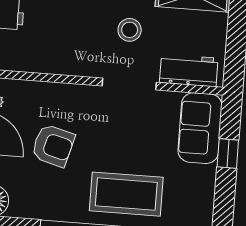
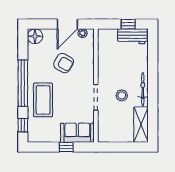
workbench: (189, 70) -> (105, 125), removed
armchair: (53, 146) -> (64, 63), turned -75

